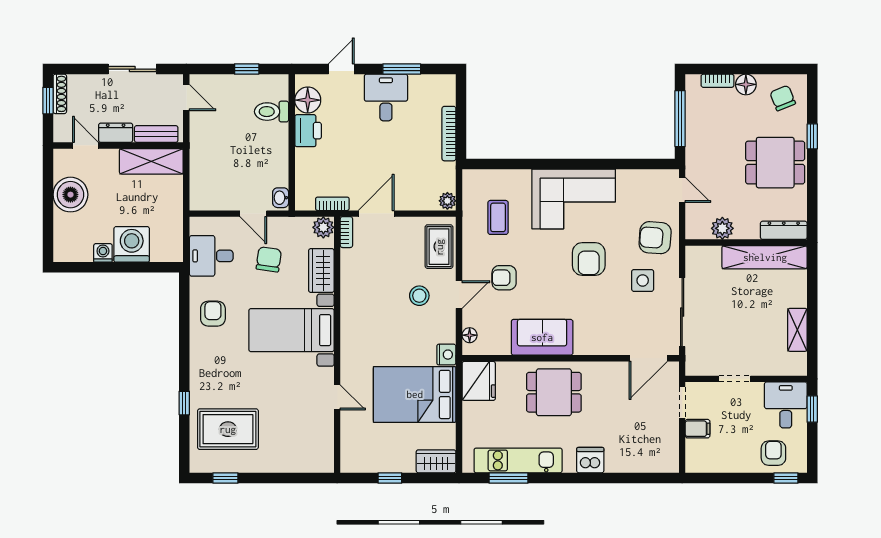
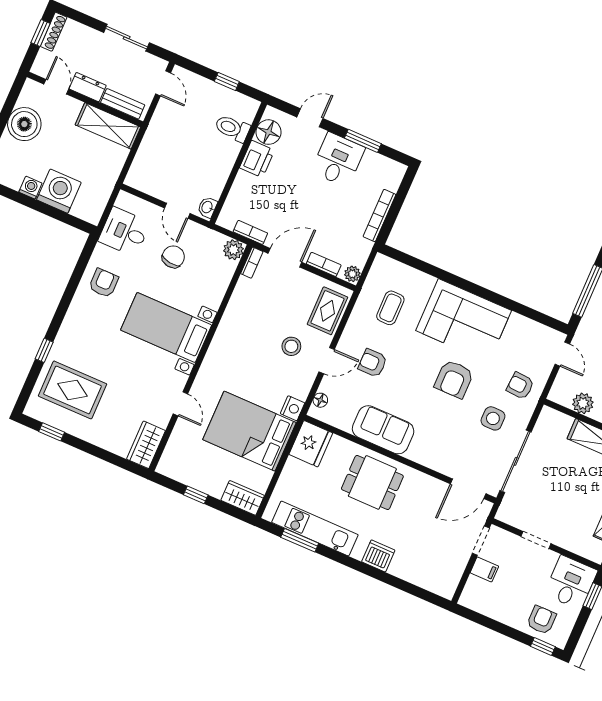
bookcase: (416, 204) -> (324, 264), added
armchair: (655, 238) -> (520, 386), width x0.72, depth x0.72
wardrobe: (321, 271) -> (146, 445), moved

